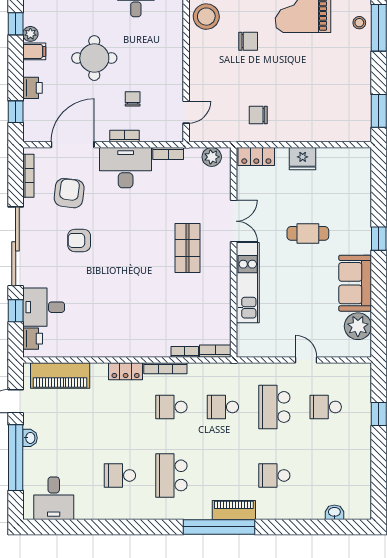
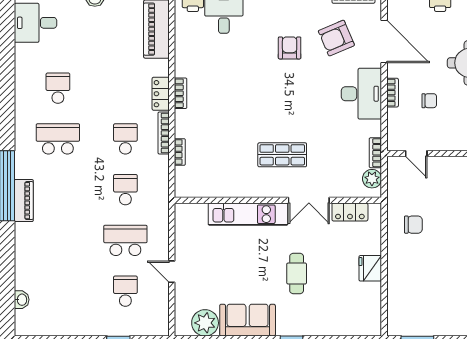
chair: (258, 115) -> (413, 225), turned 90
bookcase: (168, 154) -> (375, 153), moved
locker: (256, 157) -> (350, 212), moved, turned -90
armchair: (69, 193) -> (336, 38), turned 150
bookcase: (215, 351) -> (181, 93), moved
door: (306, 360) -> (172, 272), swing flipped
school desk: (274, 475) -> (58, 240), removed

